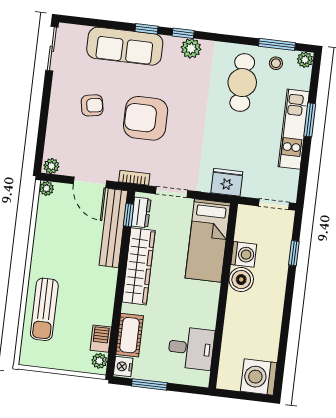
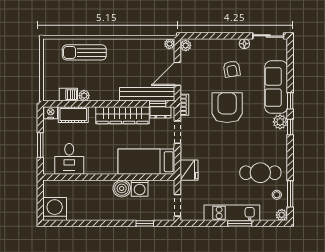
plant: (191, 48) -> (280, 122), moved
floor lamp: (59, 83) -> (244, 44), added
plant: (99, 361) -> (84, 96), moved
window: (149, 384) -> (40, 145), moved

